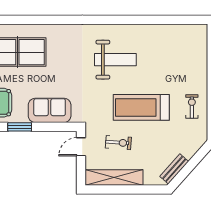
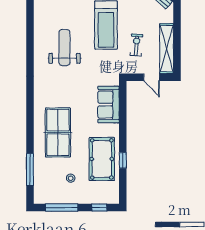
window: (20, 127) -> (123, 130), removed
door: (81, 147) -> (152, 77), moved

